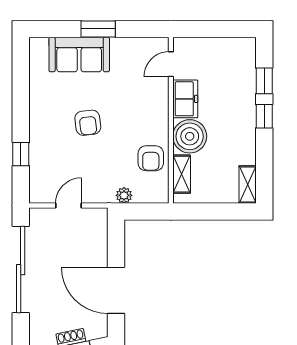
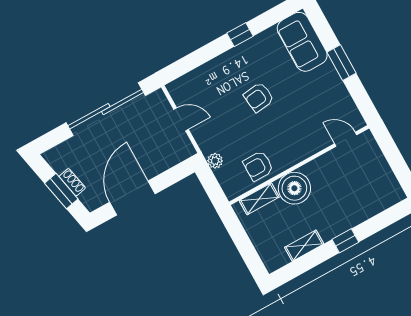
sofa: (79, 55) -> (302, 42), moved
window: (264, 81) -> (375, 225), removed
freezer: (185, 99) -> (324, 167), removed
window: (21, 154) -> (240, 35), moved
shelving: (248, 185) -> (304, 246), moved

